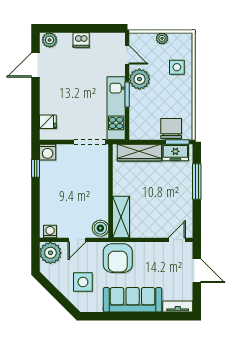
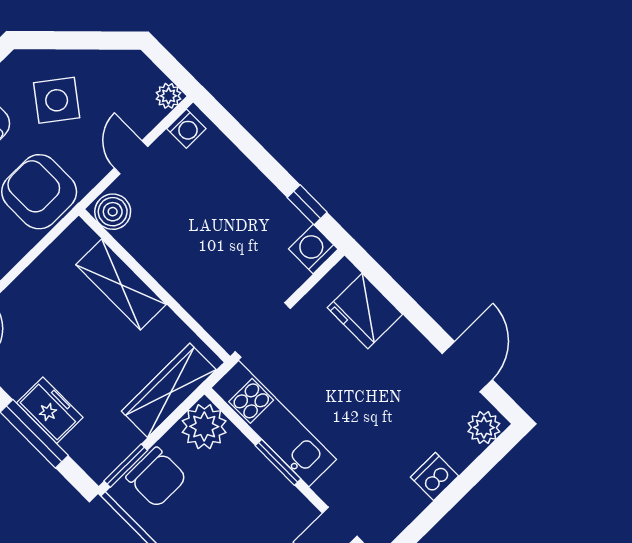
plant: (139, 79) -> (204, 427), moved
fridge: (48, 122) -> (365, 311), width x1.88, depth x1.34
freezer: (175, 153) -> (50, 410), moved, turned 90
shelving: (121, 217) -> (121, 285), moved
plant: (50, 253) -> (169, 96), width x0.53, depth x0.53
side table: (83, 282) -> (57, 100), turned 37

